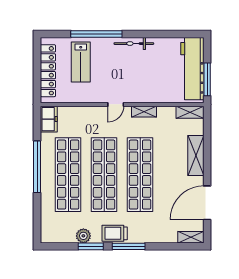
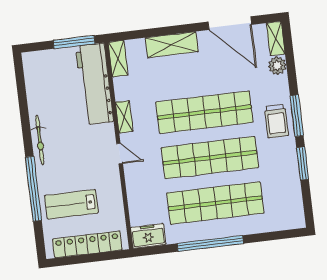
lab bench: (81, 62) -> (71, 204), turned 180
workbench: (192, 69) -> (94, 84), moved, turned 90
trolley: (115, 233) -> (276, 121), moved
plant: (83, 236) -> (277, 66), moved

